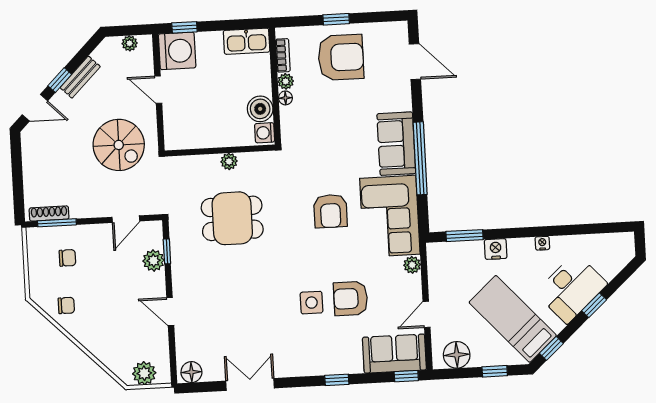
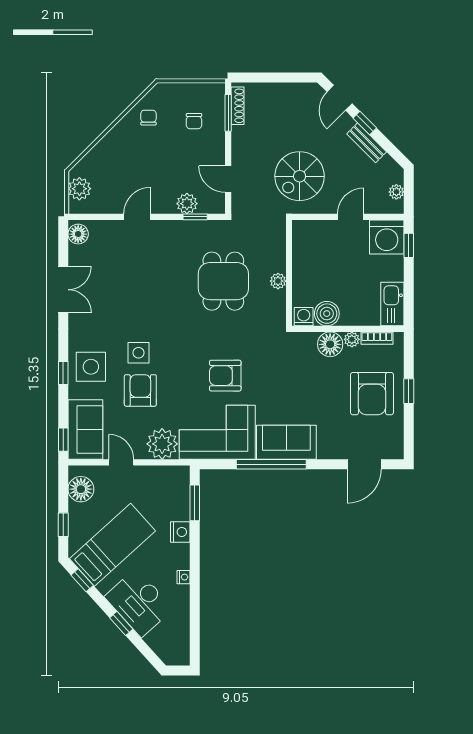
floor lamp: (285, 98) -> (330, 344), width x1.89, depth x1.89
plant: (412, 265) -> (162, 444), width x1.88, depth x1.88
chair: (66, 305) -> (148, 118), turned 180
side table: (329, 351) -> (91, 367), added

